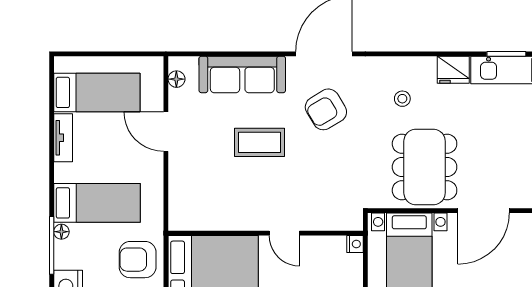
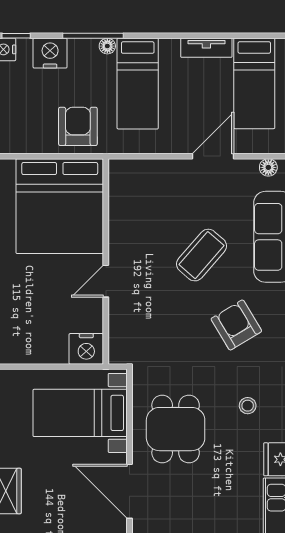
coffee table: (260, 142) -> (202, 255), turned 41
dining table: (425, 167) -> (176, 429), width x0.73
nightstand: (355, 244) -> (86, 349), width x1.89, depth x1.79

